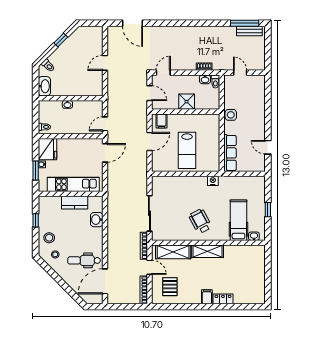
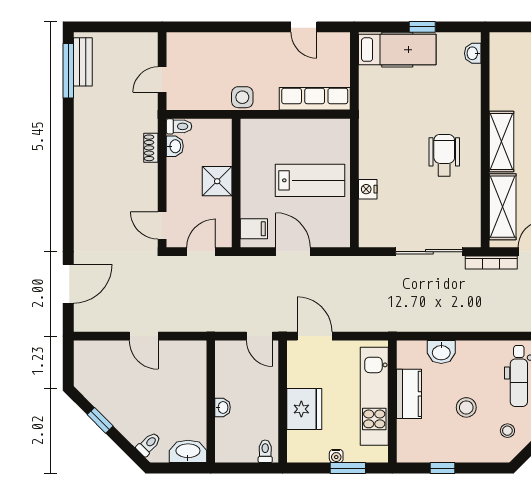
door: (268, 147) -> (304, 27), hinge flipped
fridge: (47, 149) -> (304, 409), moved, turned 90
nightstand: (213, 181) -> (368, 189), moved
hospital bed: (238, 220) -> (397, 50), moved, turned 180
wheelchair: (200, 221) -> (444, 155), turned 118
stool: (49, 238) -> (466, 407), moved

